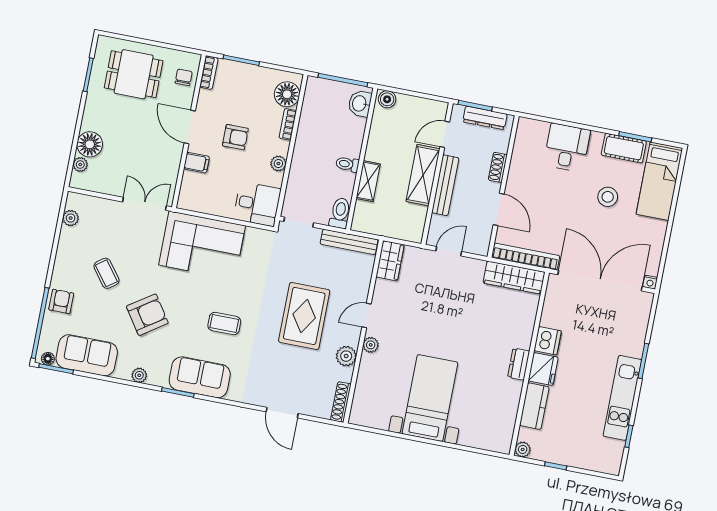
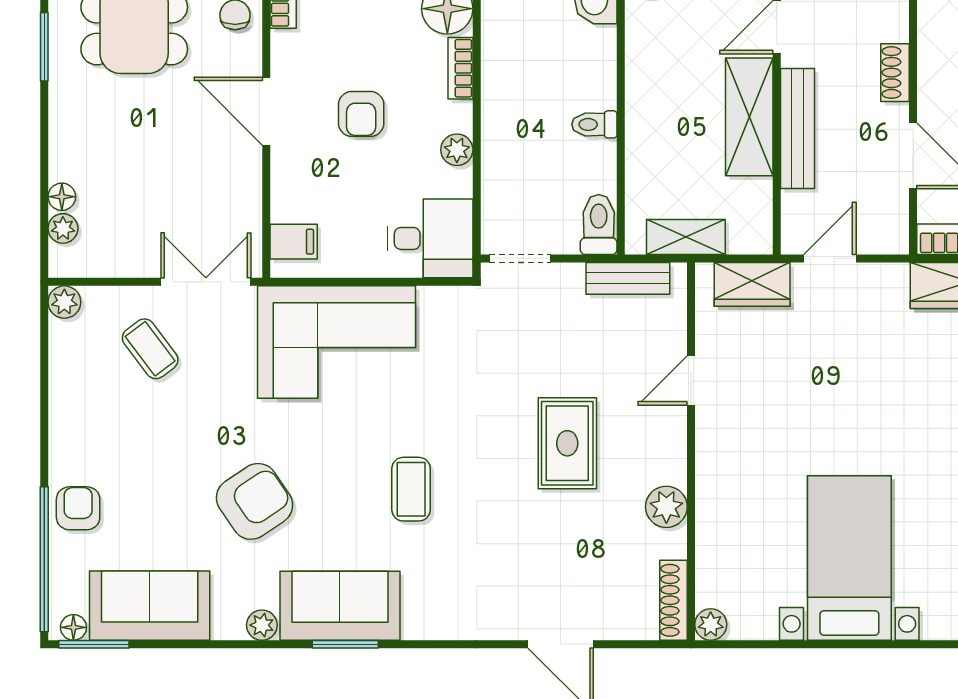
armchair: (235, 137) -> (361, 114), turned 90
floor lamp: (90, 144) -> (62, 197), width x0.53, depth x0.53
filing cabinet: (197, 163) -> (294, 242), moved
shelving: (368, 181) -> (686, 237), moved, turned 90
plant: (71, 218) -> (64, 302), moved
bench: (349, 242) -> (628, 278), width x0.73
wardrobe: (390, 261) -> (752, 284), moved, turned 90
coffee table: (106, 273) -> (150, 349), moved
door: (366, 315) -> (691, 380), moved
rug: (304, 316) -> (567, 443), width x0.73, depth x0.70
coffee table: (224, 324) -> (411, 489), turned 90
plant: (371, 345) -> (711, 624), moved
sofa: (200, 377) -> (340, 606), moved

